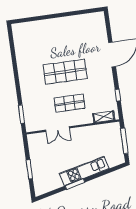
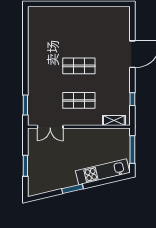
shop shelf: (65, 72) -> (79, 66), width x0.70, depth x0.74
double door: (58, 129) -> (50, 127), moved
kitchen unit: (84, 171) -> (103, 172), moved

